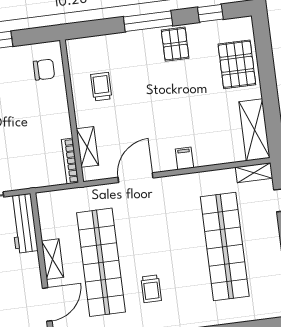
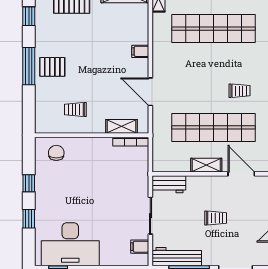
pallet: (175, 44) -> (52, 67), moved
workbench: (24, 223) -> (169, 184), width x0.73

